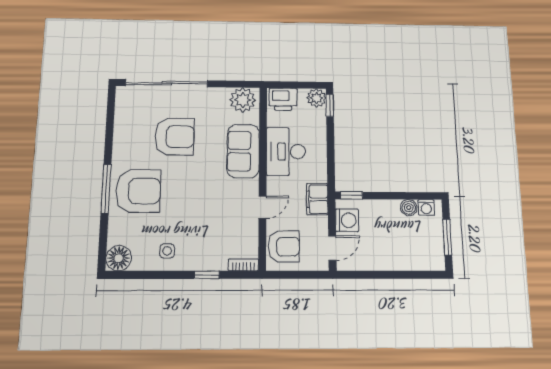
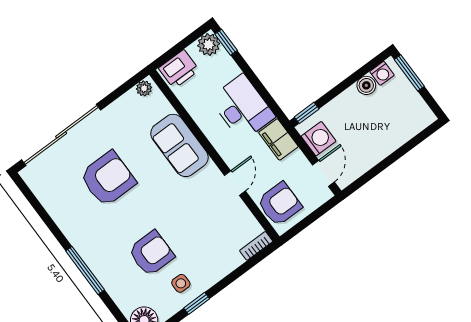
plant: (243, 100) -> (144, 88), width x0.53, depth x0.53
desk: (286, 152) -> (242, 108), moved, turned 180
armchair: (138, 191) -> (151, 253), moved, width x0.73, depth x0.73
window: (447, 237) -> (409, 73), moved
window: (207, 275) -> (197, 303), moved

